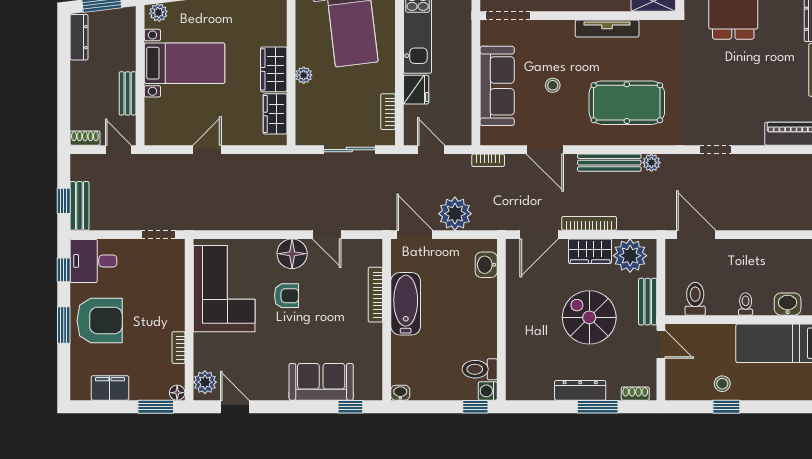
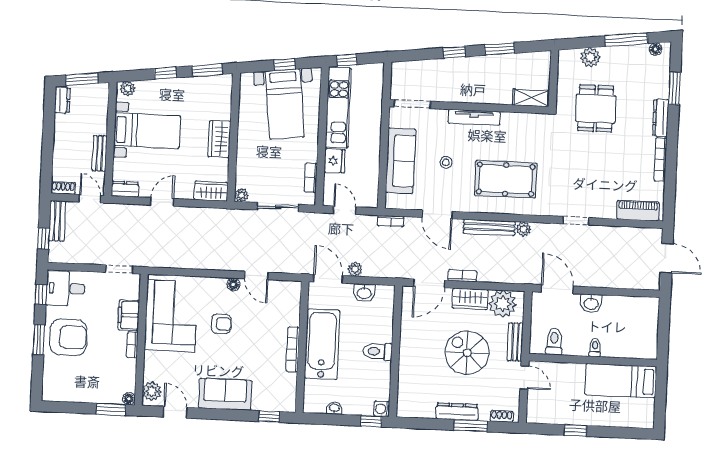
tv unit: (607, 28) -> (474, 117), moved
dresser: (79, 37) -> (62, 100), width x0.70
plant: (304, 75) -> (241, 195), moved
wardrobe: (275, 114) -> (211, 191), moved, turned 90
dresser: (161, 136) -> (125, 189), added
bench: (79, 206) -> (57, 221), moved
plant: (455, 214) -> (355, 269), width x0.53, depth x0.53
bookcase: (589, 223) -> (462, 276), width x0.64
floor lamp: (292, 254) -> (233, 284), width x0.53, depth x0.53
washbasin: (486, 265) -> (364, 293), moved, turned -90
bookcase: (375, 295) -> (293, 349), moved
bathtub: (406, 304) -> (322, 344), width x1.36, depth x1.36
washbasin: (788, 304) -> (591, 303), moved, turned 180
bookcase: (178, 348) -> (132, 345), moved
toilet: (480, 369) -> (378, 351), moved
sofa: (321, 382) -> (225, 394), moved
stool: (722, 384) -> (573, 412), removed
filing cabinet: (110, 388) -> (129, 315), moved, turned -90
washbasin: (400, 393) -> (334, 408), moved

